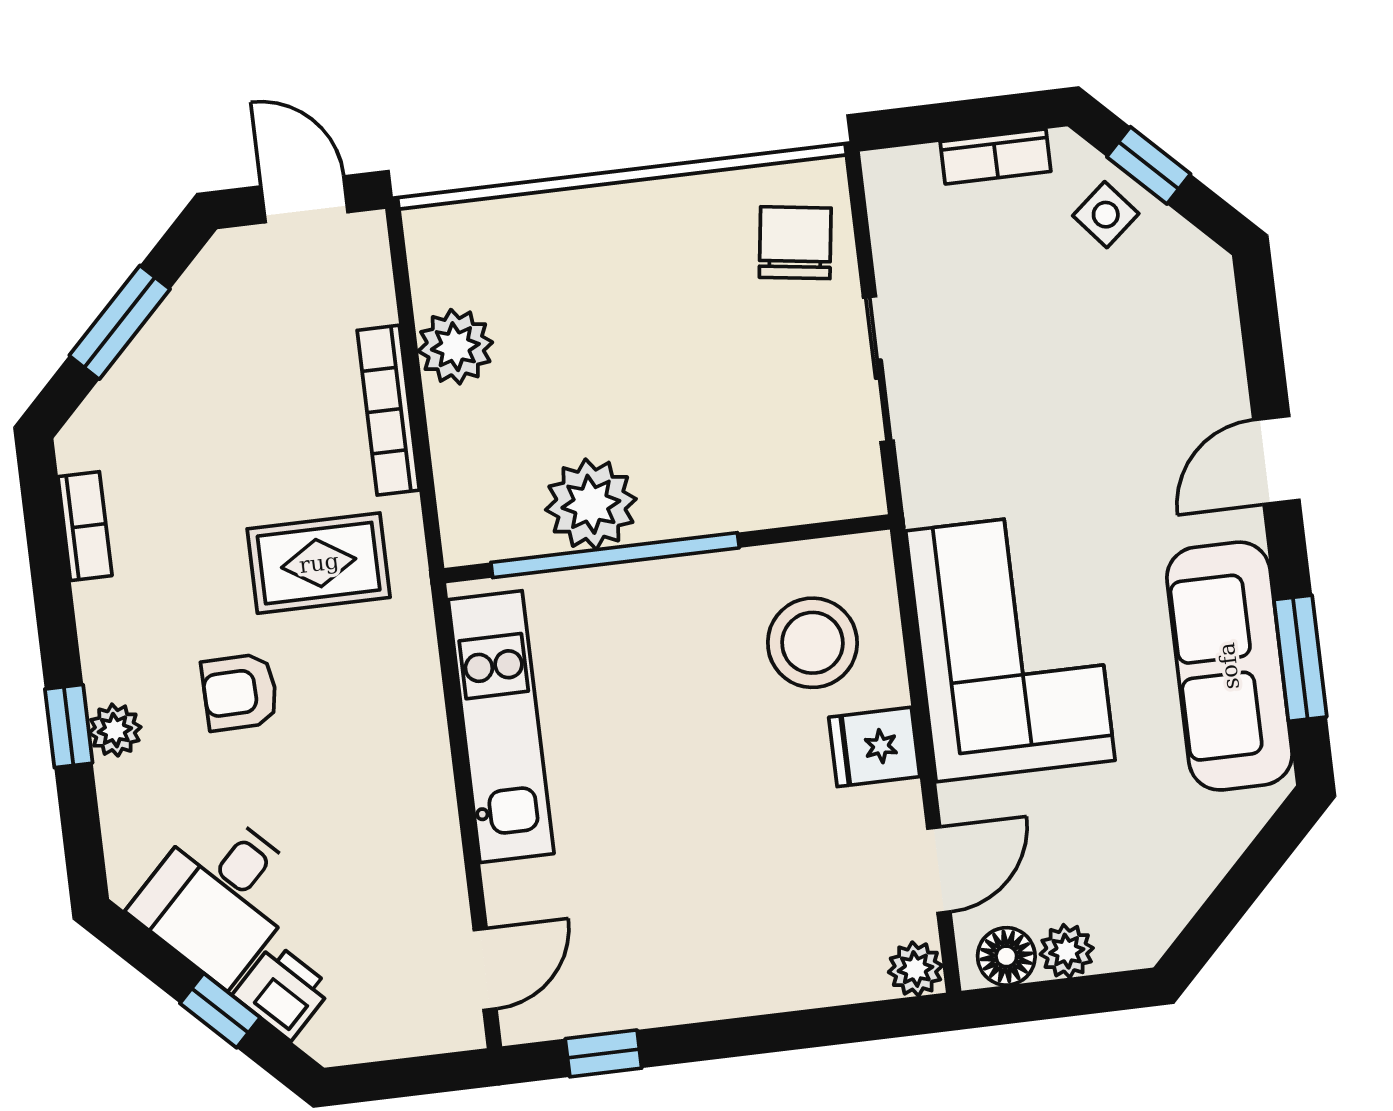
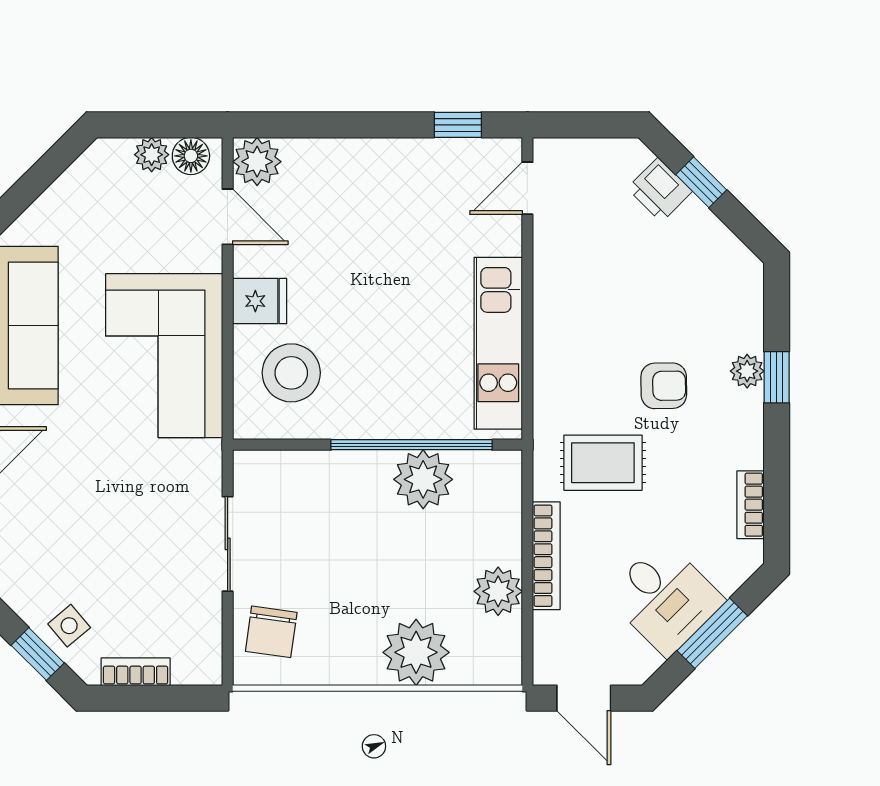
plant: (570, 238) -> (416, 652), added
door: (939, 870) -> (228, 217), swing flipped
desk: (220, 896) -> (665, 598), moved, turned 90
plant: (915, 969) -> (257, 162), width x1.38, depth x1.38

